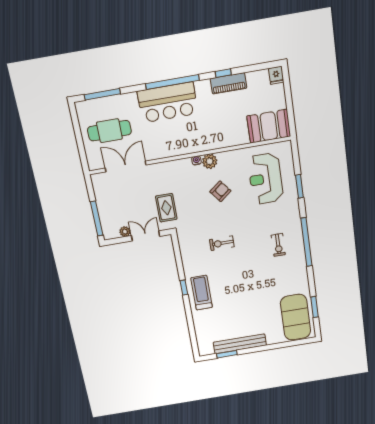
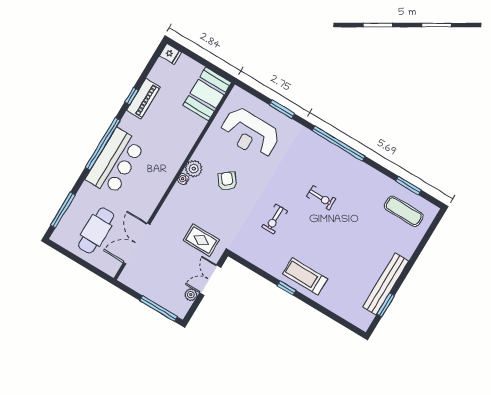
exercise bike: (278, 245) -> (321, 198), moved
exercise mat: (295, 317) -> (404, 211), width x0.50, depth x0.69

